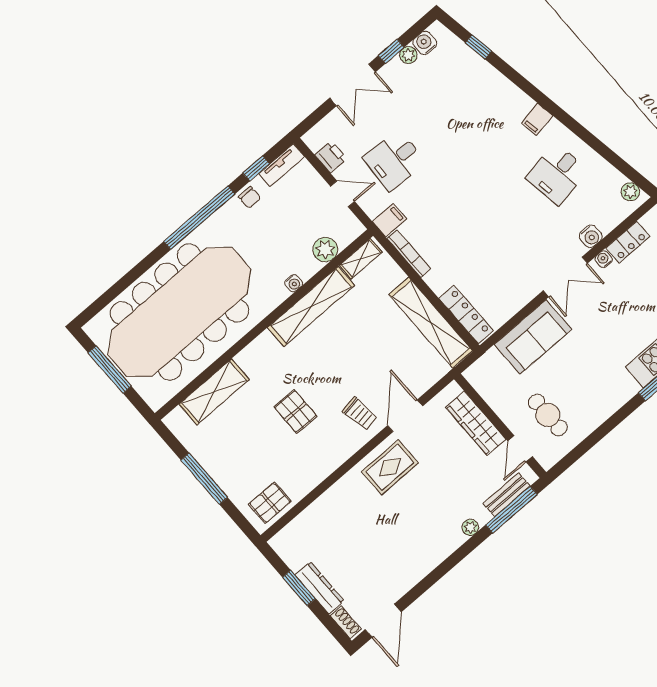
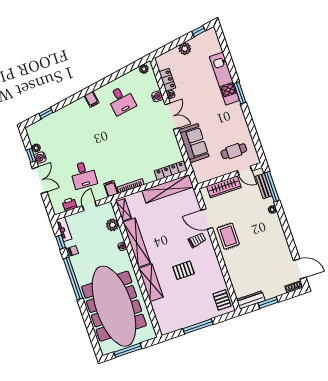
water cooler: (425, 43) -> (40, 158), moved
shelving: (214, 392) -> (151, 283), moved
dresser: (320, 588) -> (251, 300), moved

